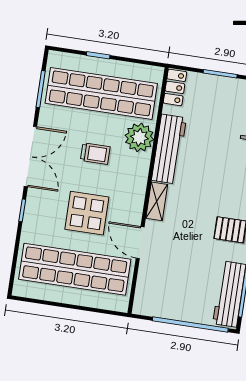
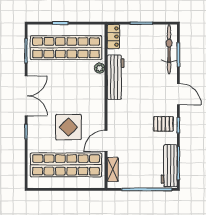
plant: (139, 137) -> (100, 68), width x0.53, depth x0.53
trolley: (95, 154) -> (68, 88), removed
shelving: (157, 201) -> (113, 169), moved
door: (140, 243) -> (106, 141), hinge flipped

